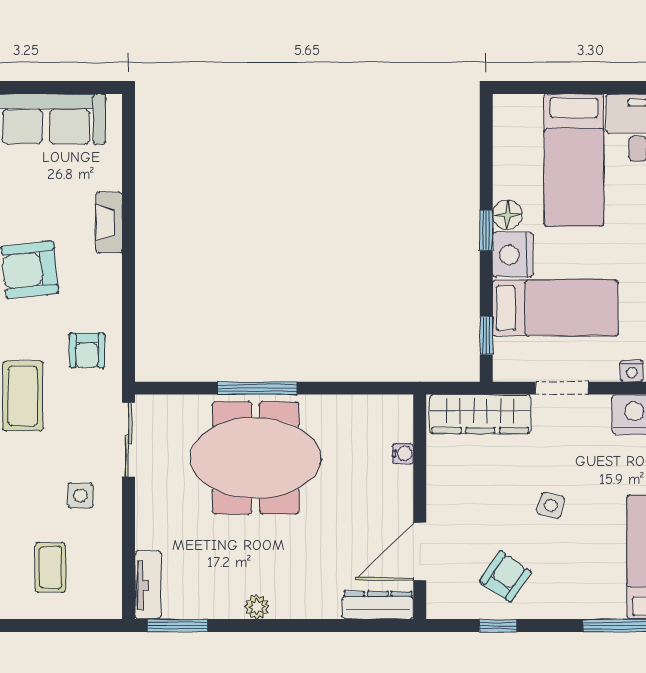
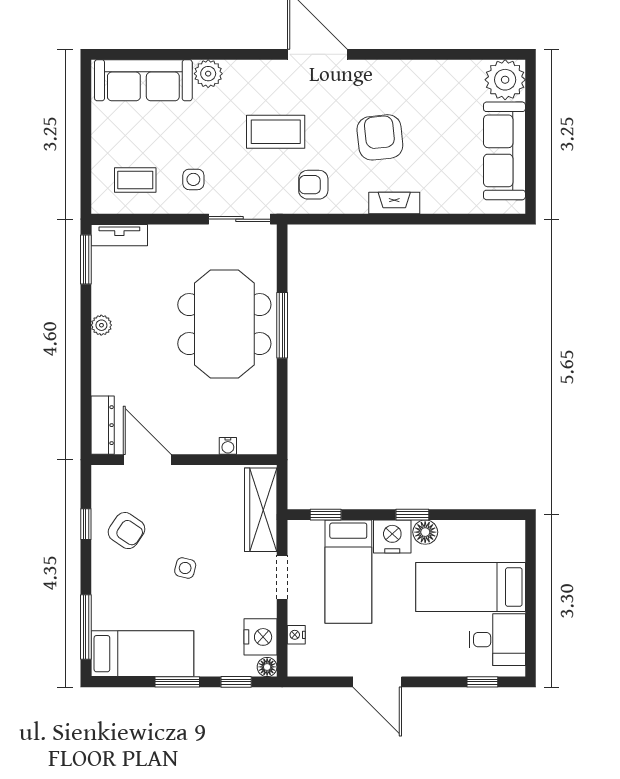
fireplace: (109, 223) -> (394, 203), moved
coffee table: (51, 567) -> (135, 180), moved

